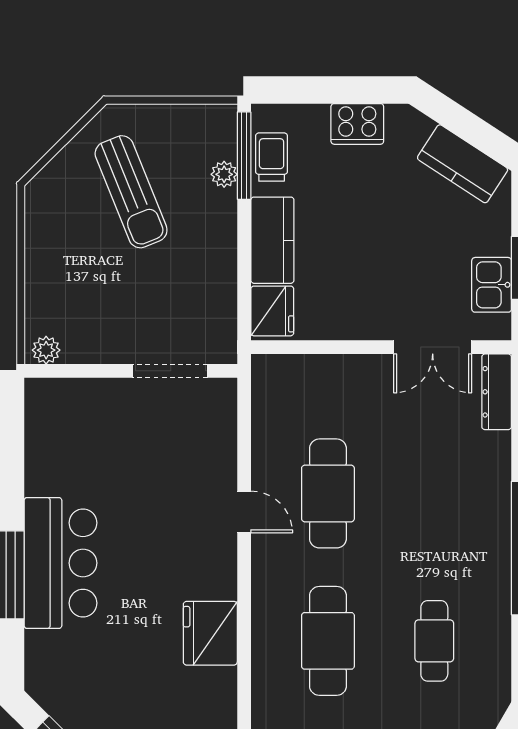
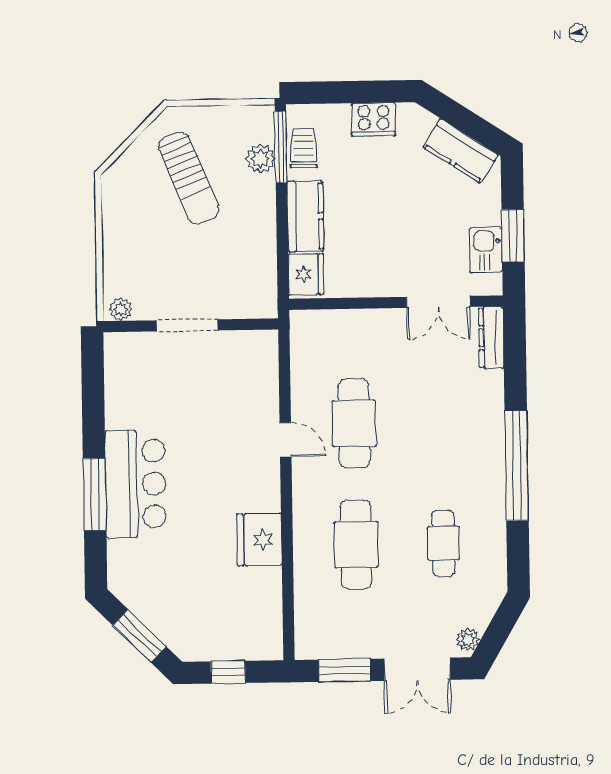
plant: (224, 174) -> (261, 159), width x1.38, depth x1.38
doorway: (170, 371) -> (187, 325), moved

